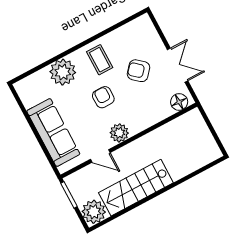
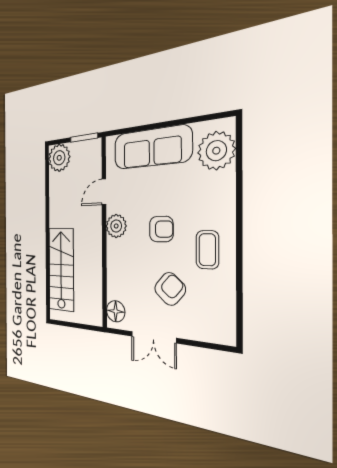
coffee table: (100, 60) -> (207, 250), turned 90
plant: (63, 72) -> (216, 151), moved
stairs: (136, 188) -> (61, 269), moved

